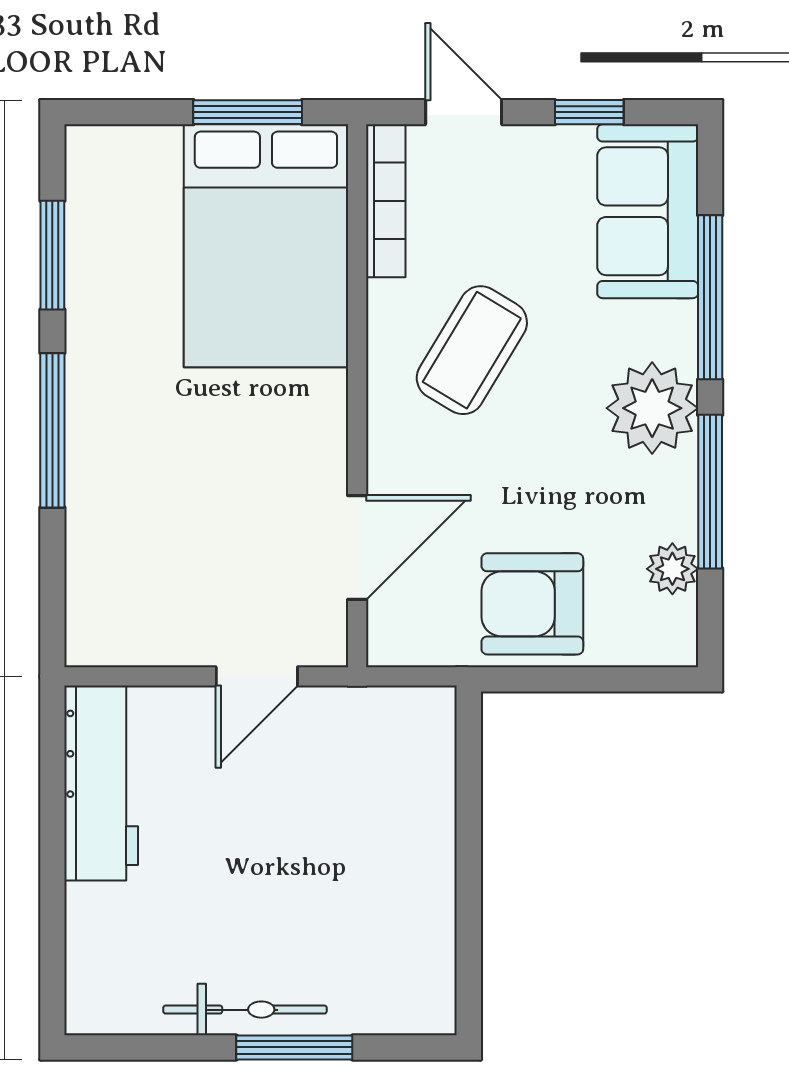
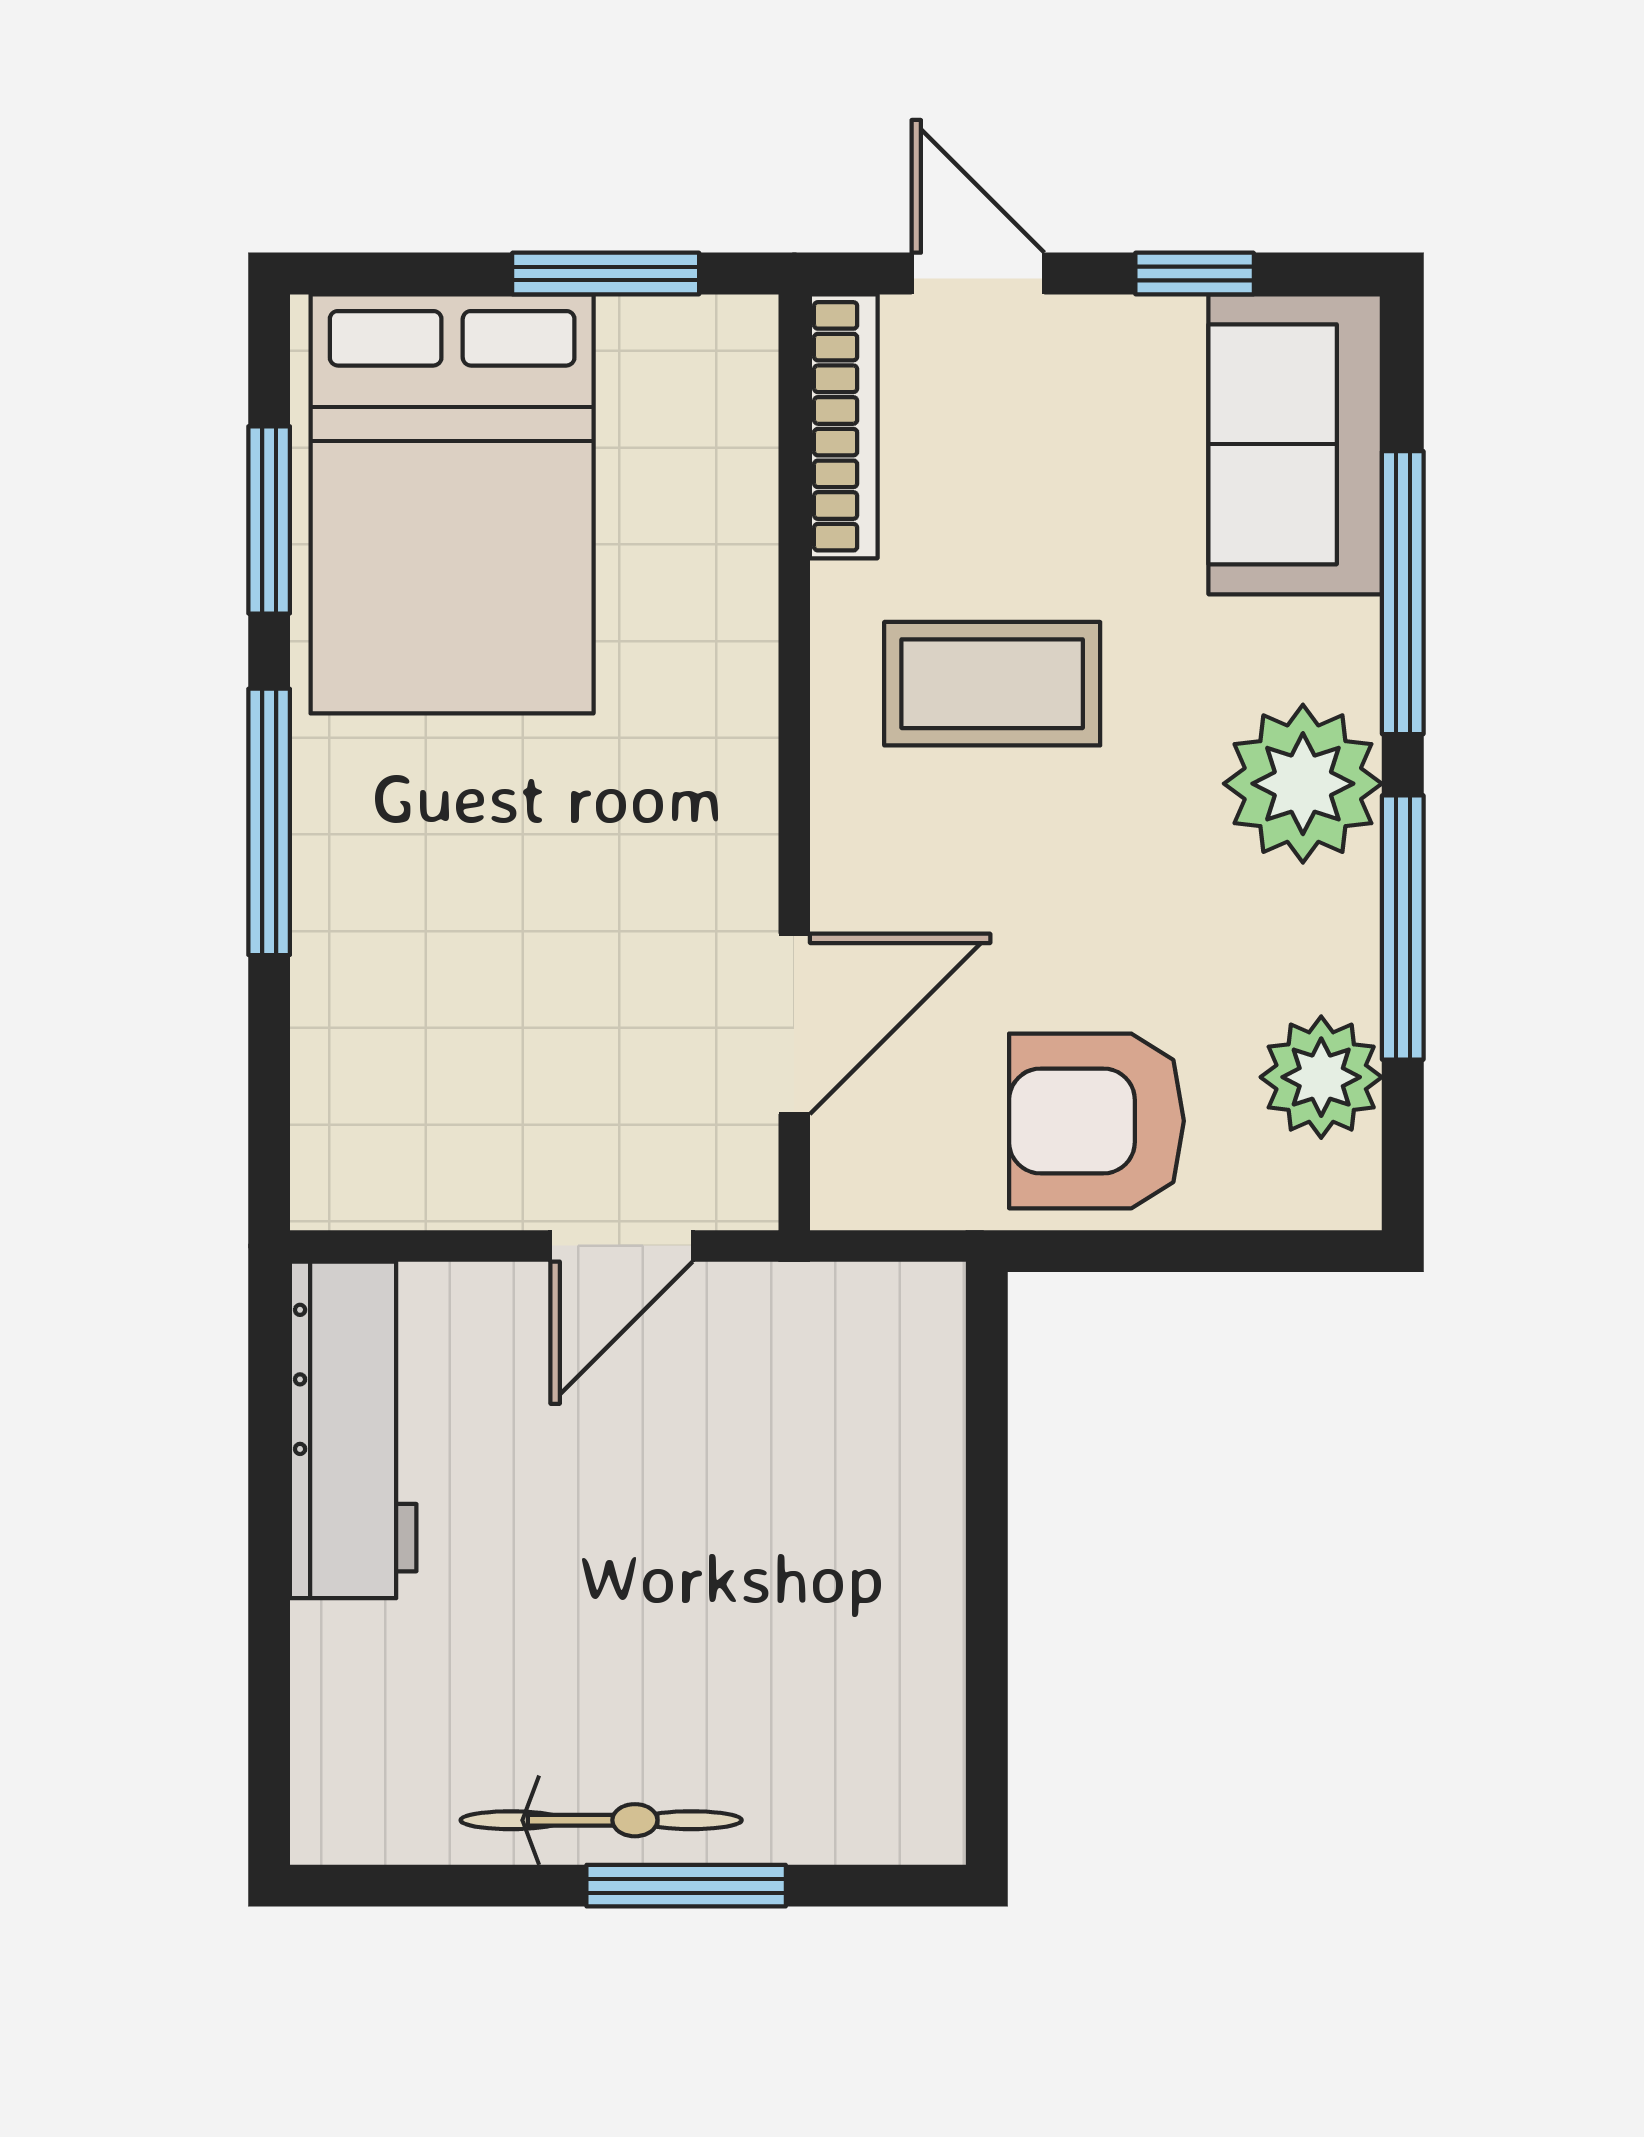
bed: (266, 246) -> (452, 504), moved
coffee table: (472, 350) -> (992, 684), turned 59
plant: (672, 569) -> (1321, 1077), width x1.38, depth x1.38

